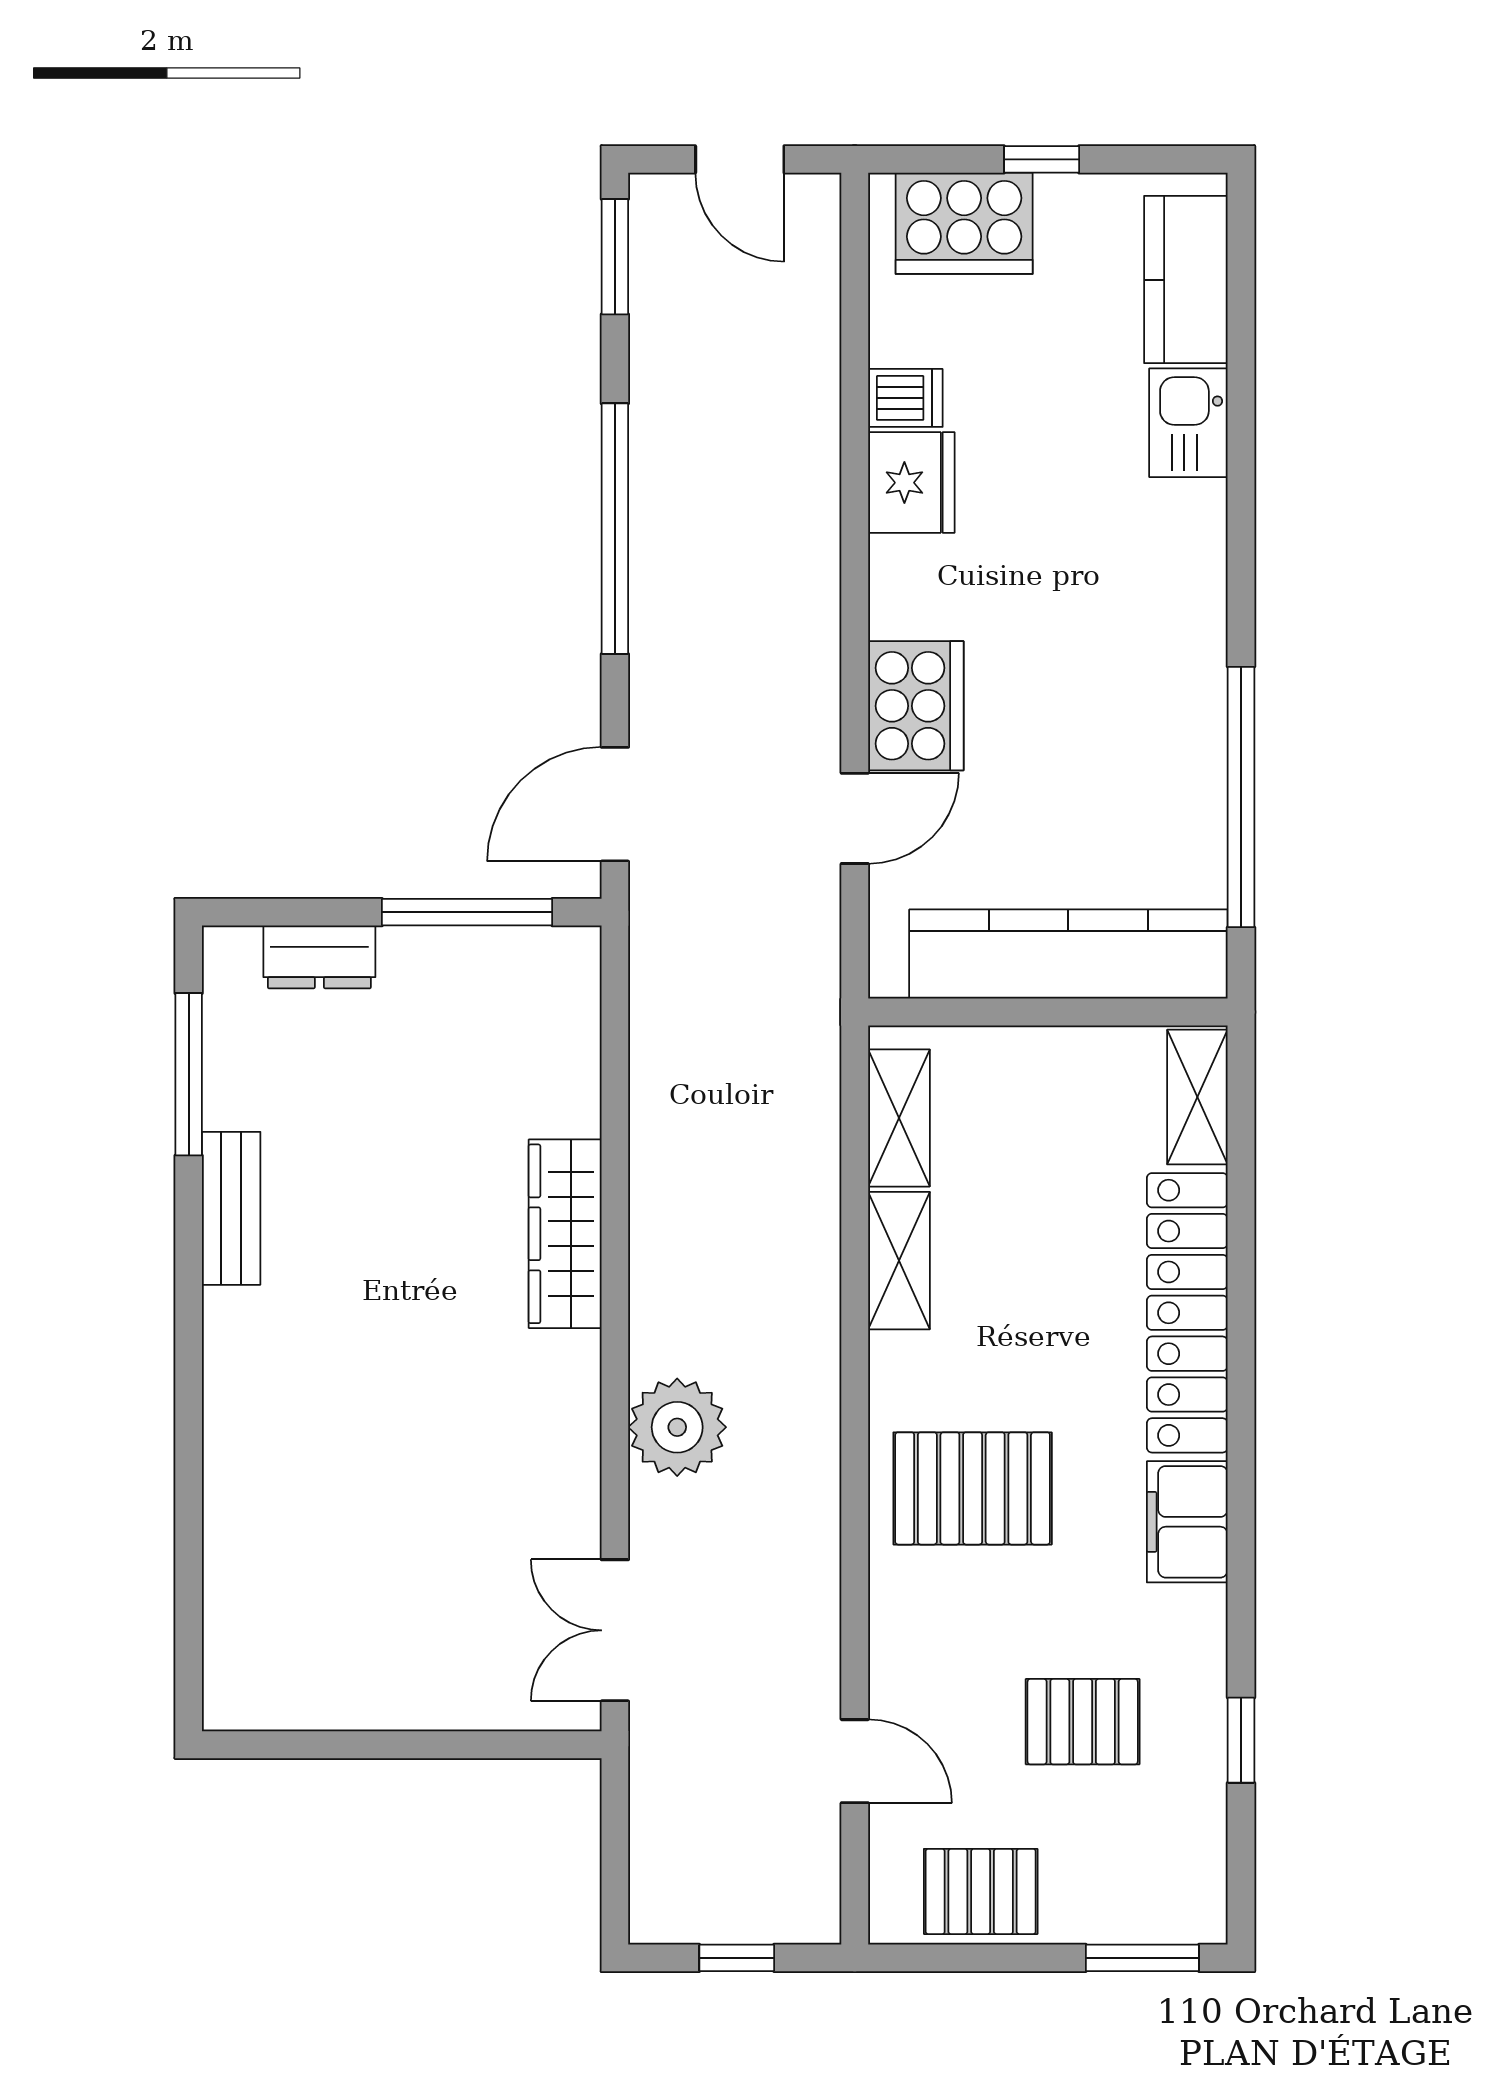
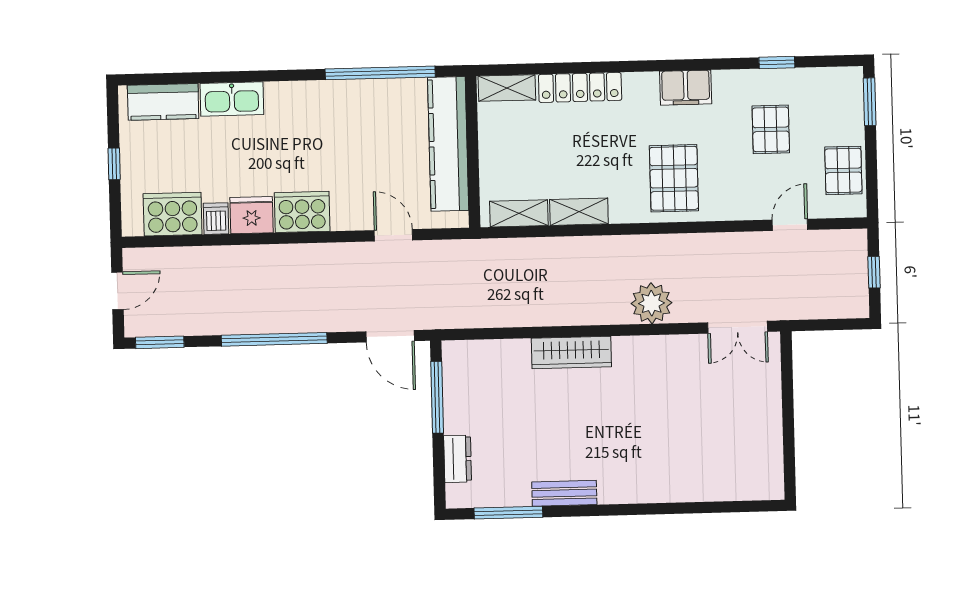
cooker: (964, 223) -> (173, 214), moved, turned -90
kitchen sink: (1188, 423) -> (232, 99), width x1.38
cooker: (916, 706) -> (302, 212), moved
locker: (1187, 1313) -> (580, 87), width x0.71, depth x0.83

